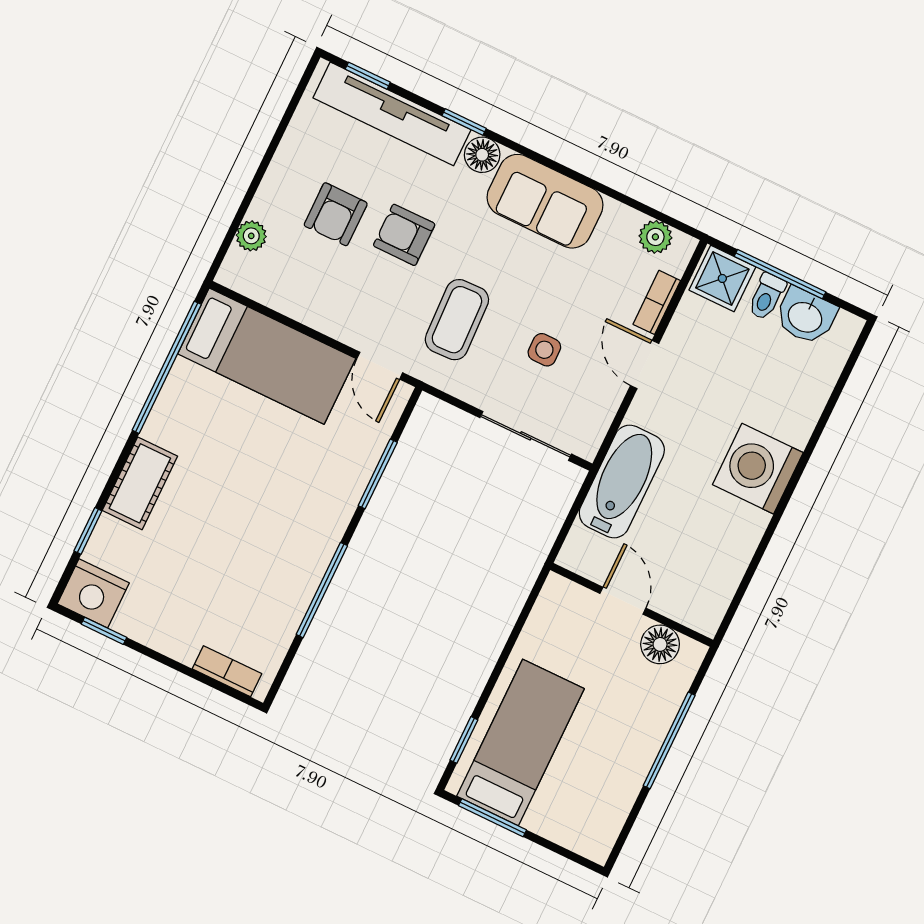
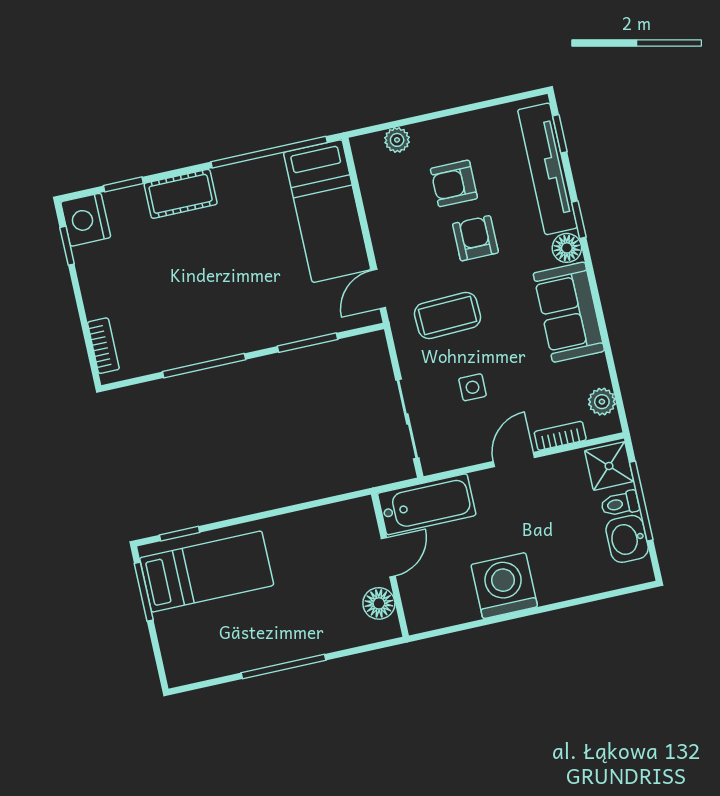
door: (623, 601) -> (388, 557), moved
wall: (632, 605) -> (390, 565), moved
floor lamp: (660, 644) -> (379, 603), moved

